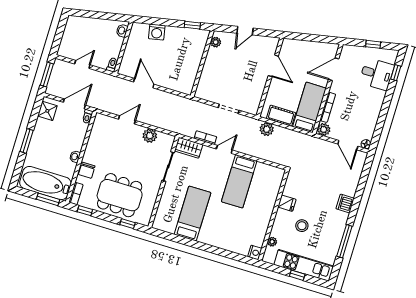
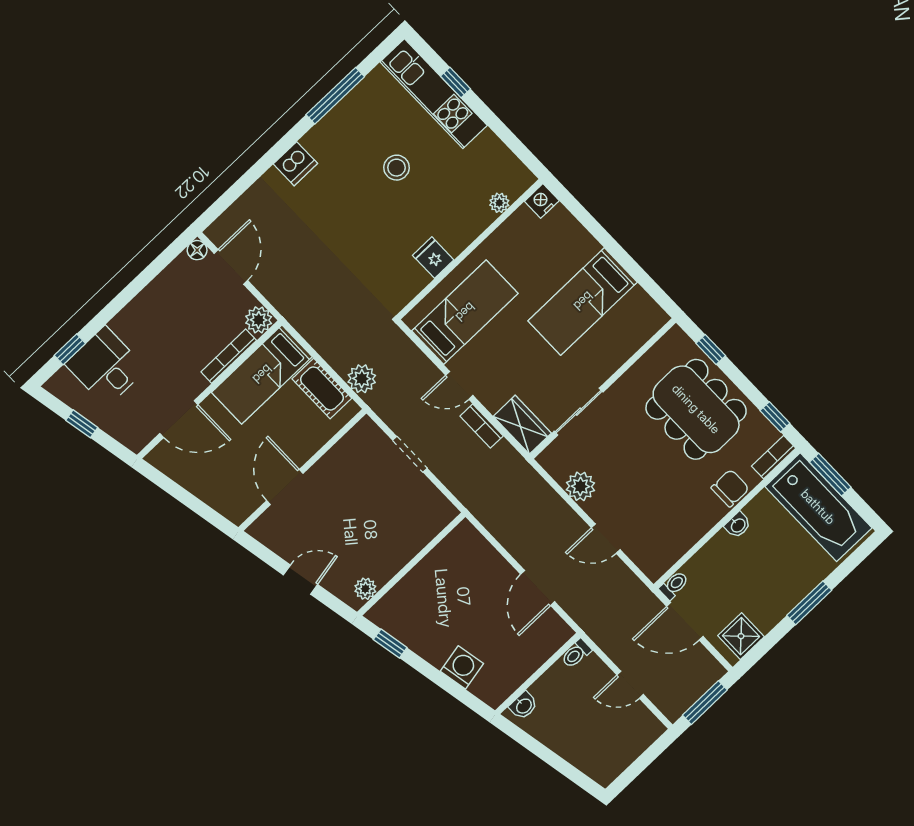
fridge: (287, 203) -> (433, 258), moved
wall: (274, 215) -> (470, 249), moved
plant: (272, 242) -> (499, 203), moved
nightstand: (255, 253) -> (542, 201), moved

